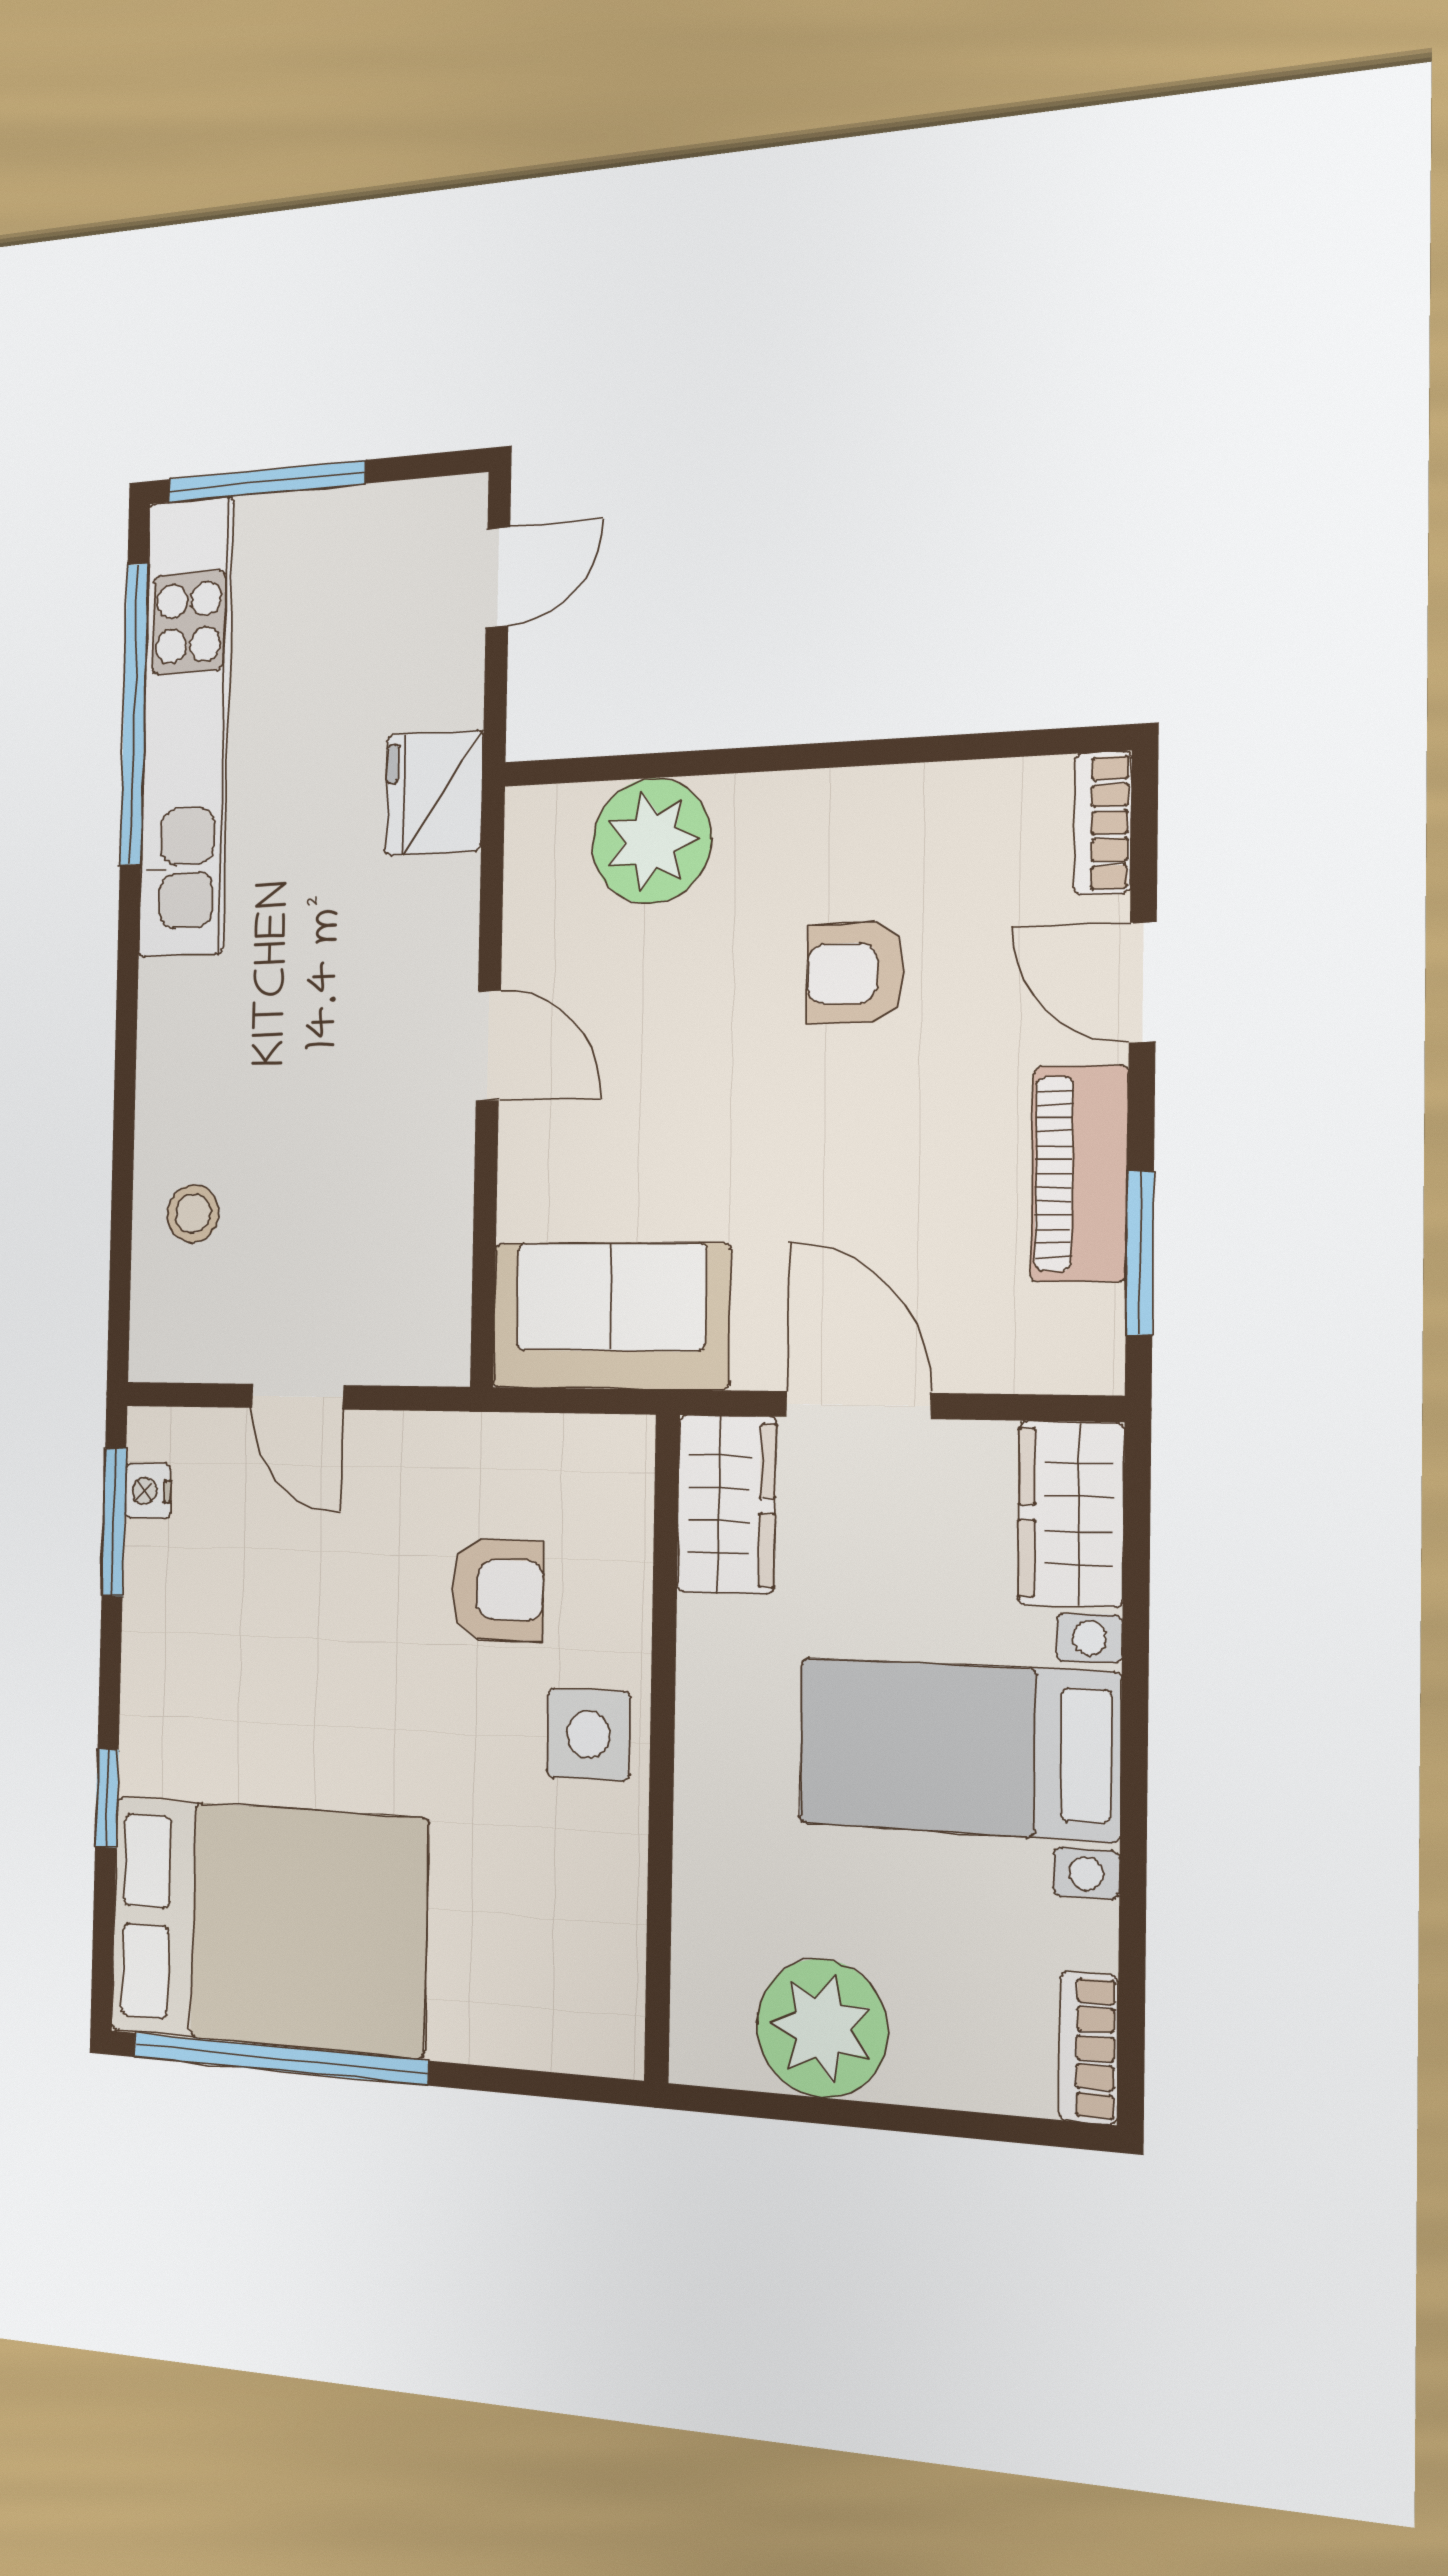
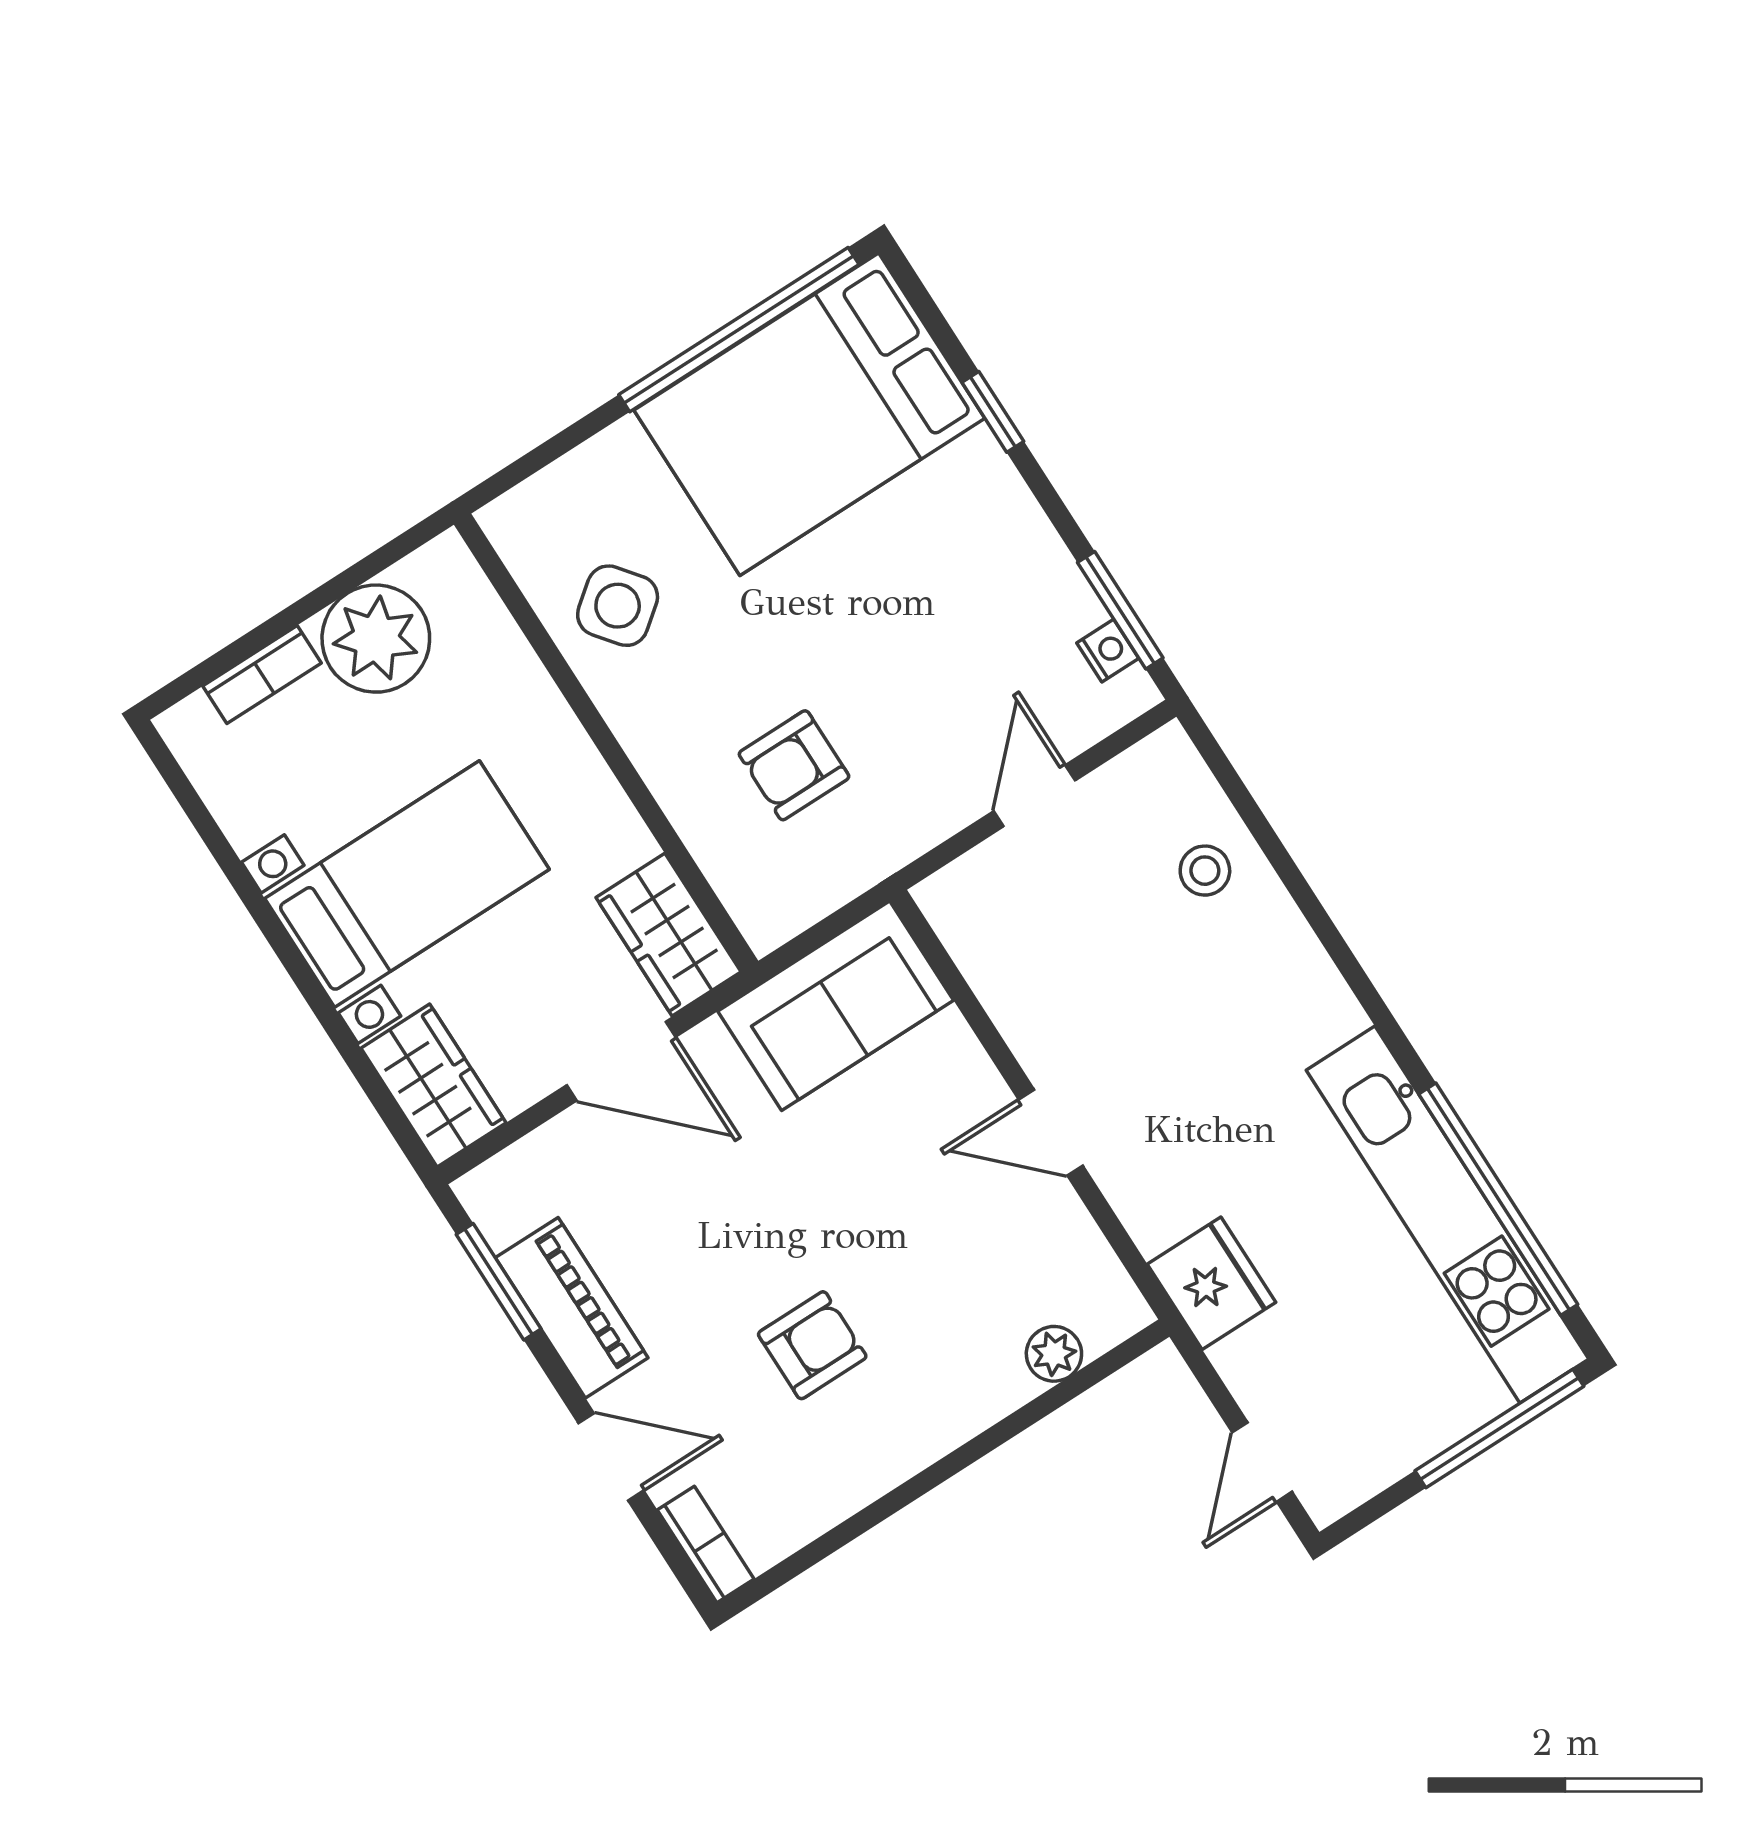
plant: (652, 841) -> (1054, 1354), width x0.53, depth x0.53
door: (297, 1397) -> (1034, 796), hinge flipped
side table: (589, 1734) -> (618, 606), moved, turned -38
bookcase: (1088, 2048) -> (262, 674), moved, turned 90

